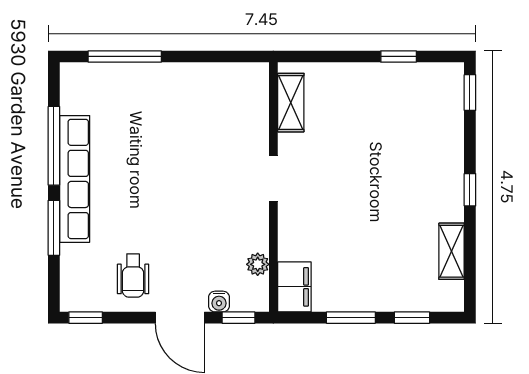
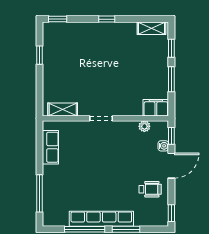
row of seats: (216, 78) -> (50, 147), added
shelving: (452, 251) -> (152, 28), moved

